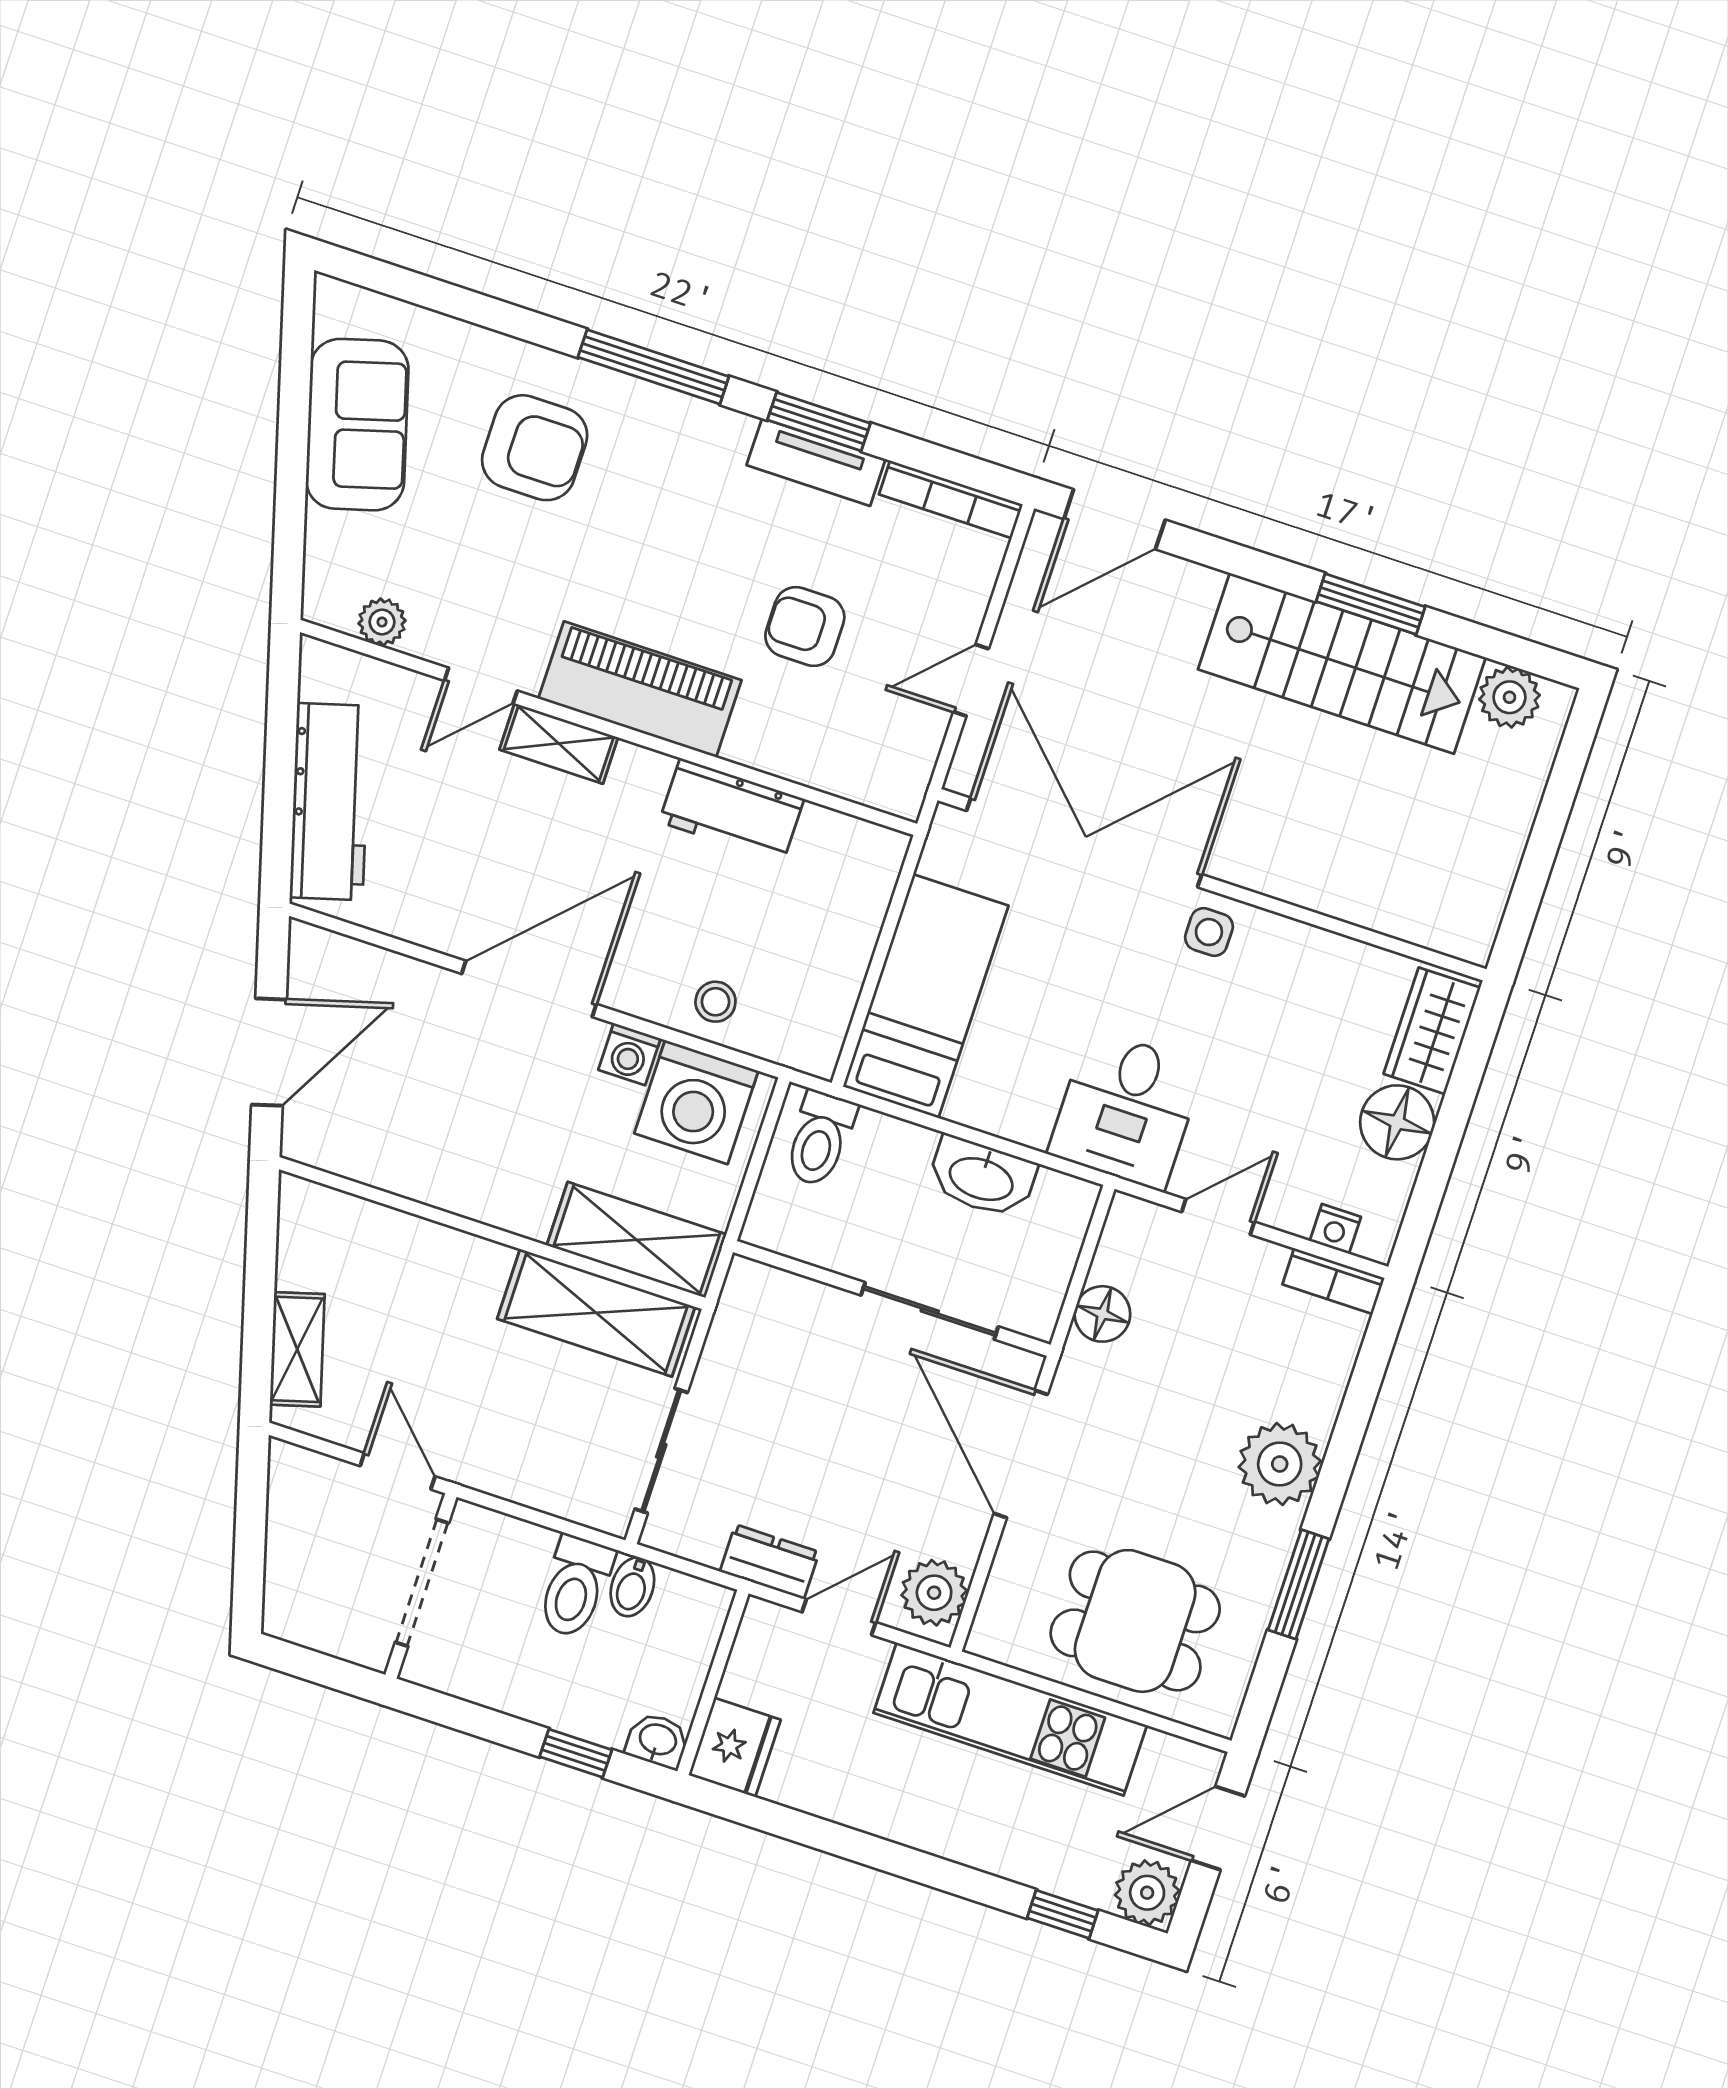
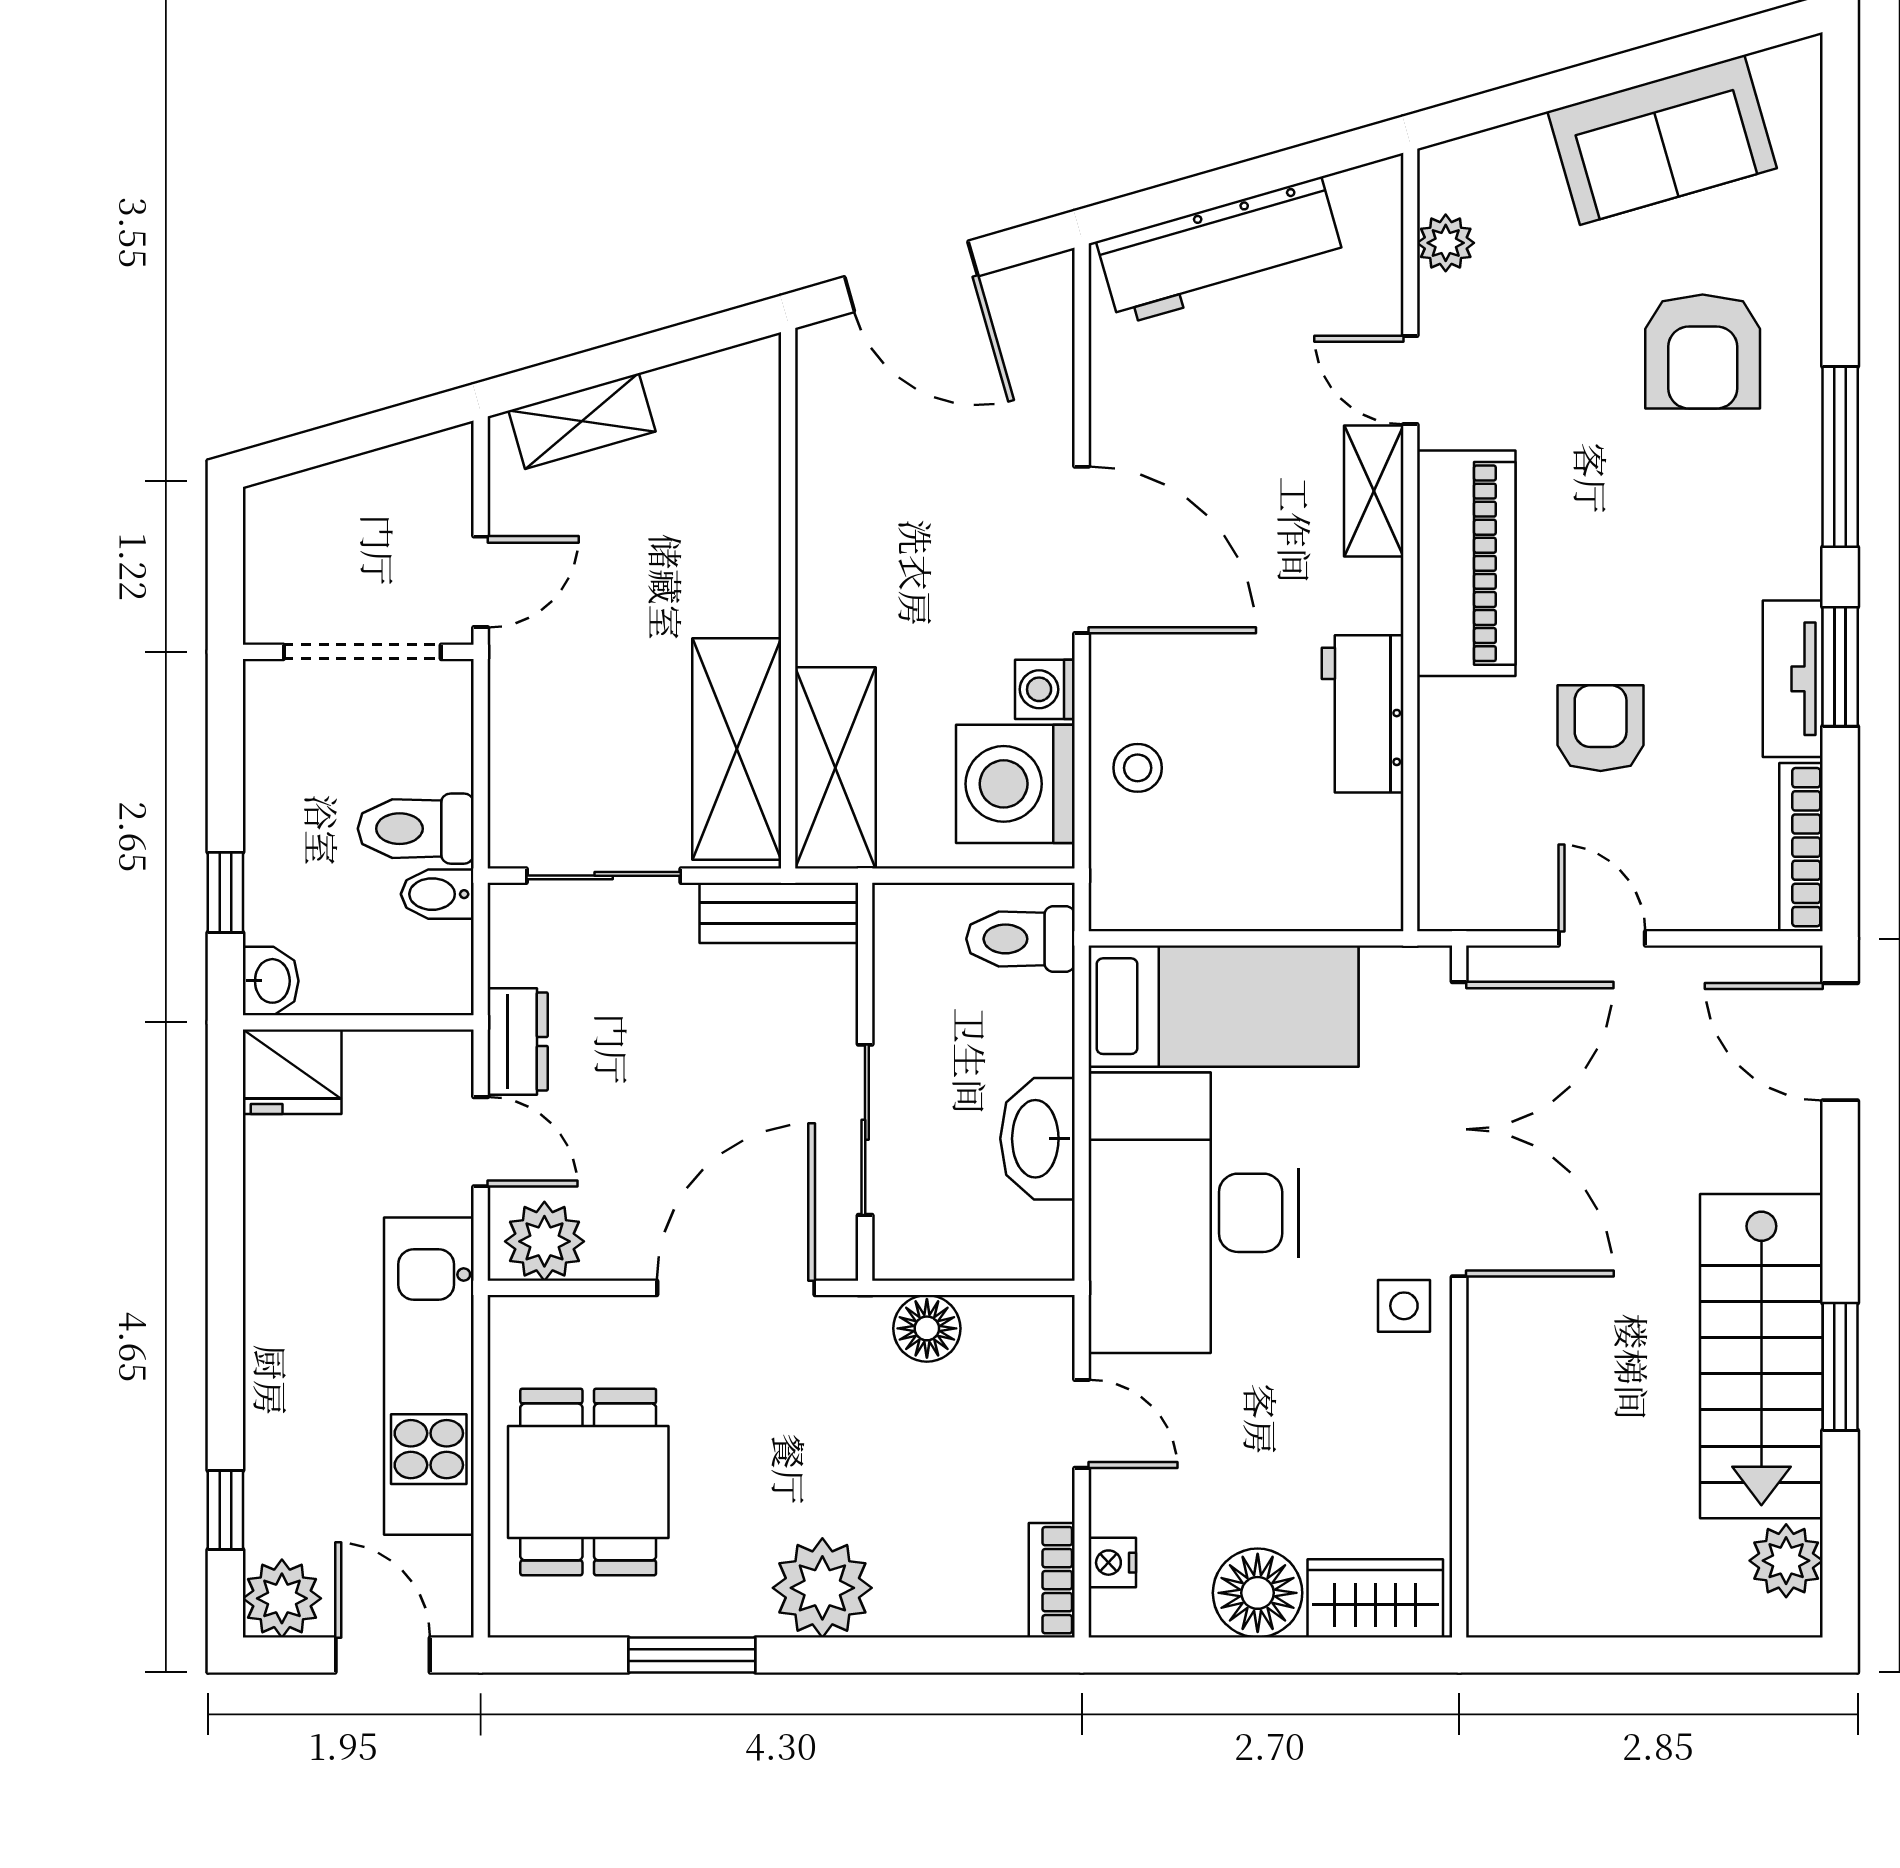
desk: (1126, 1110) -> (1194, 1213), width x1.87, depth x1.30
bench: (736, 1322) -> (779, 913), added

